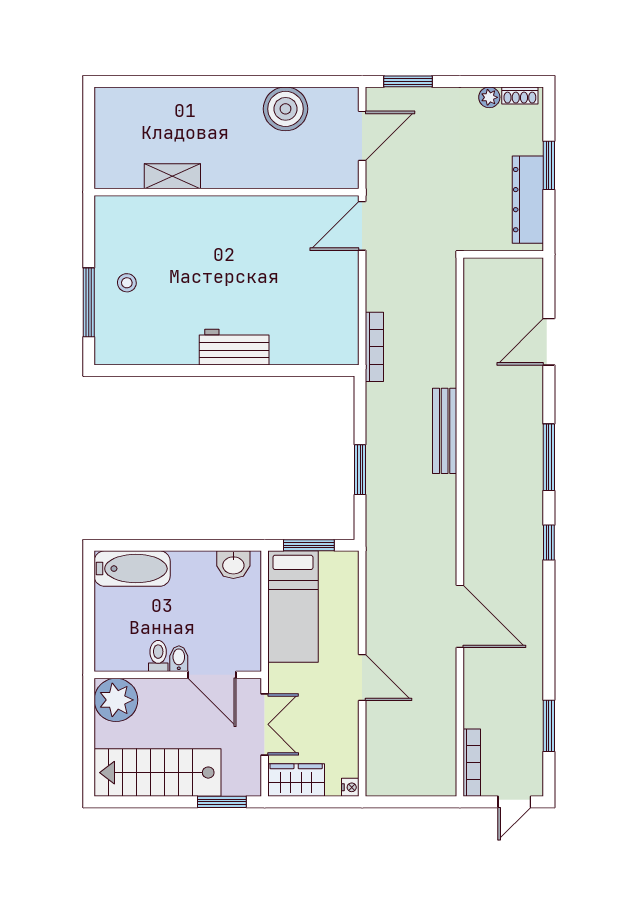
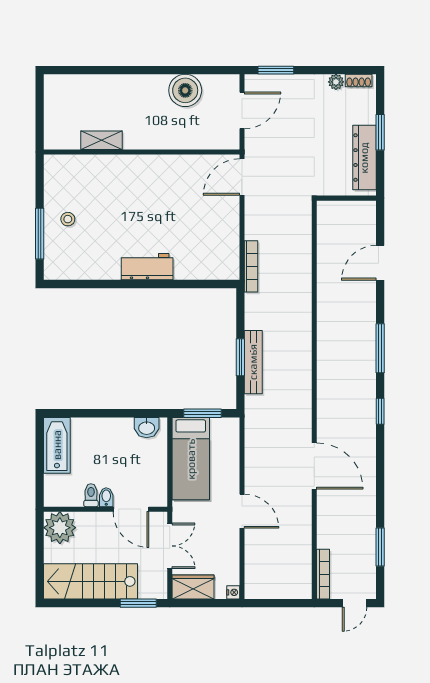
bench: (445, 431) -> (253, 362), moved
bathtub: (132, 569) -> (57, 445), moved, turned -90

